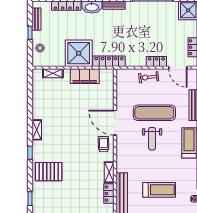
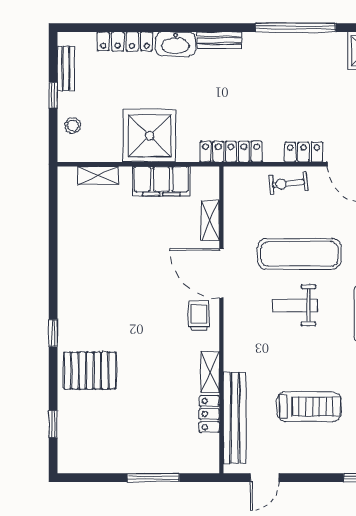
locker: (109, 61) -> (231, 152), moved
shelving: (37, 130) -> (210, 220), moved
weight bench: (152, 139) -> (295, 305), turned 90

